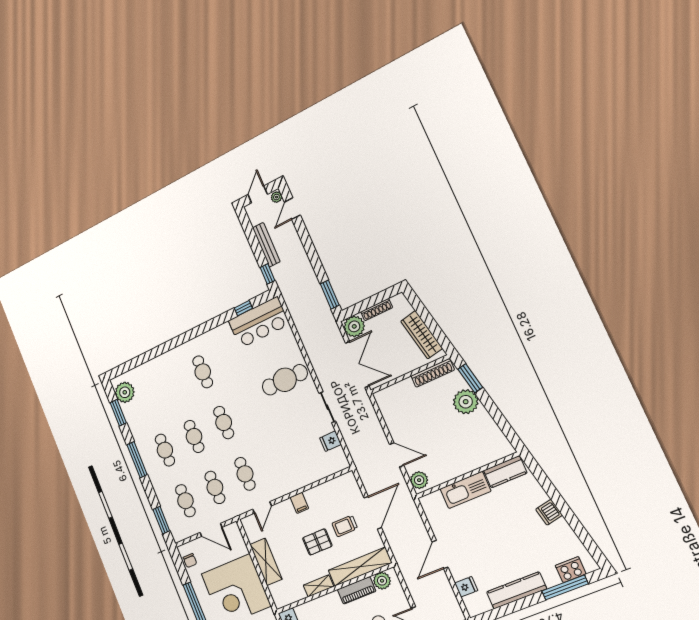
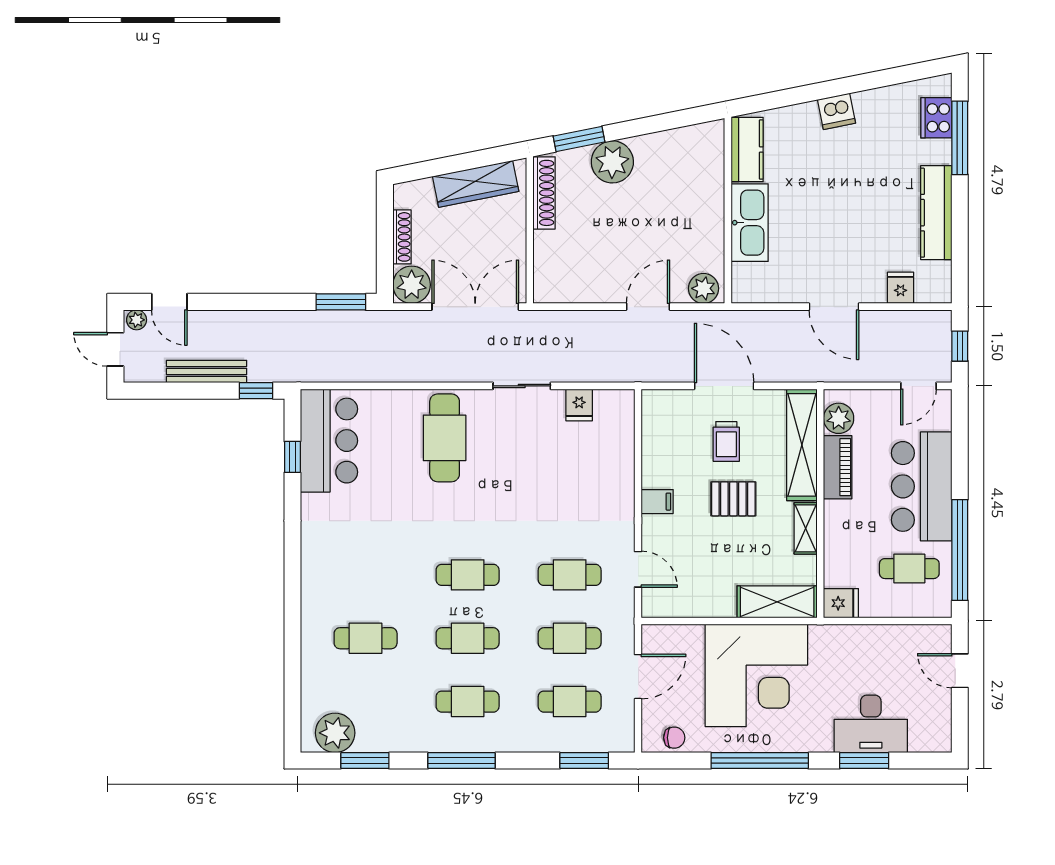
cafe table: (203, 372) -> (366, 638), moved
pallet: (317, 542) -> (733, 499), turned 90
shelving: (266, 562) -> (777, 602), moved

